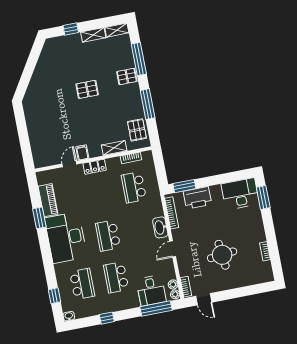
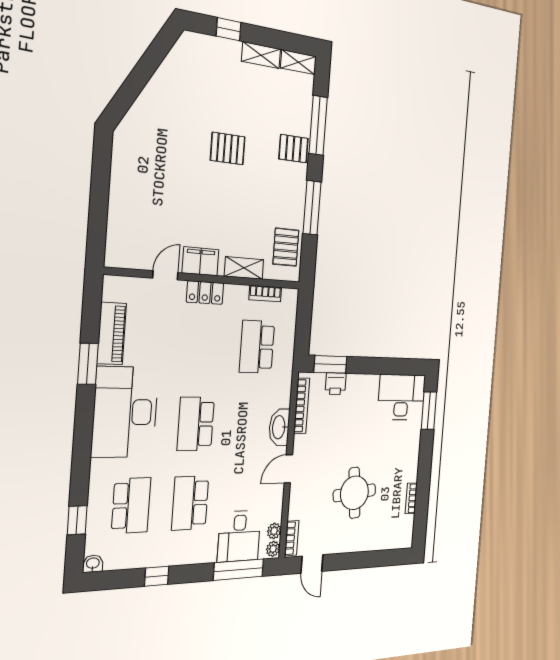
filing cabinet: (82, 152) -> (201, 261), width x2.00
printer: (197, 198) -> (336, 384), width x0.53, depth x0.68

